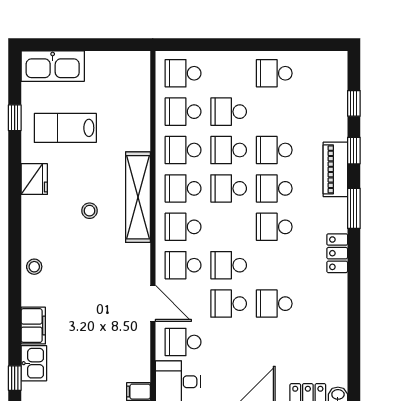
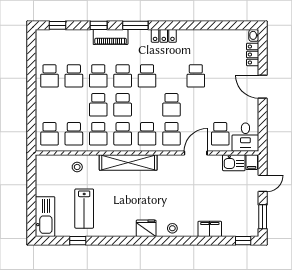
window: (354, 103) -> (57, 25), moved
school desk: (229, 112) -> (74, 76), moved
fridge: (34, 179) -> (146, 228), moved
stool: (90, 211) -> (77, 167), moved
school desk: (229, 304) -> (196, 105), removed
kitchen sink: (34, 363) -> (234, 163), moved, turned 180

